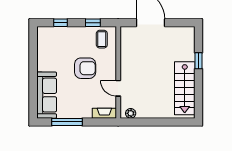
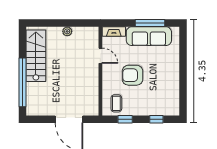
window: (198, 61) -> (23, 82), width x3.17
sofa: (47, 95) -> (149, 36), moved, turned -90
plant: (131, 113) -> (67, 31), moved

